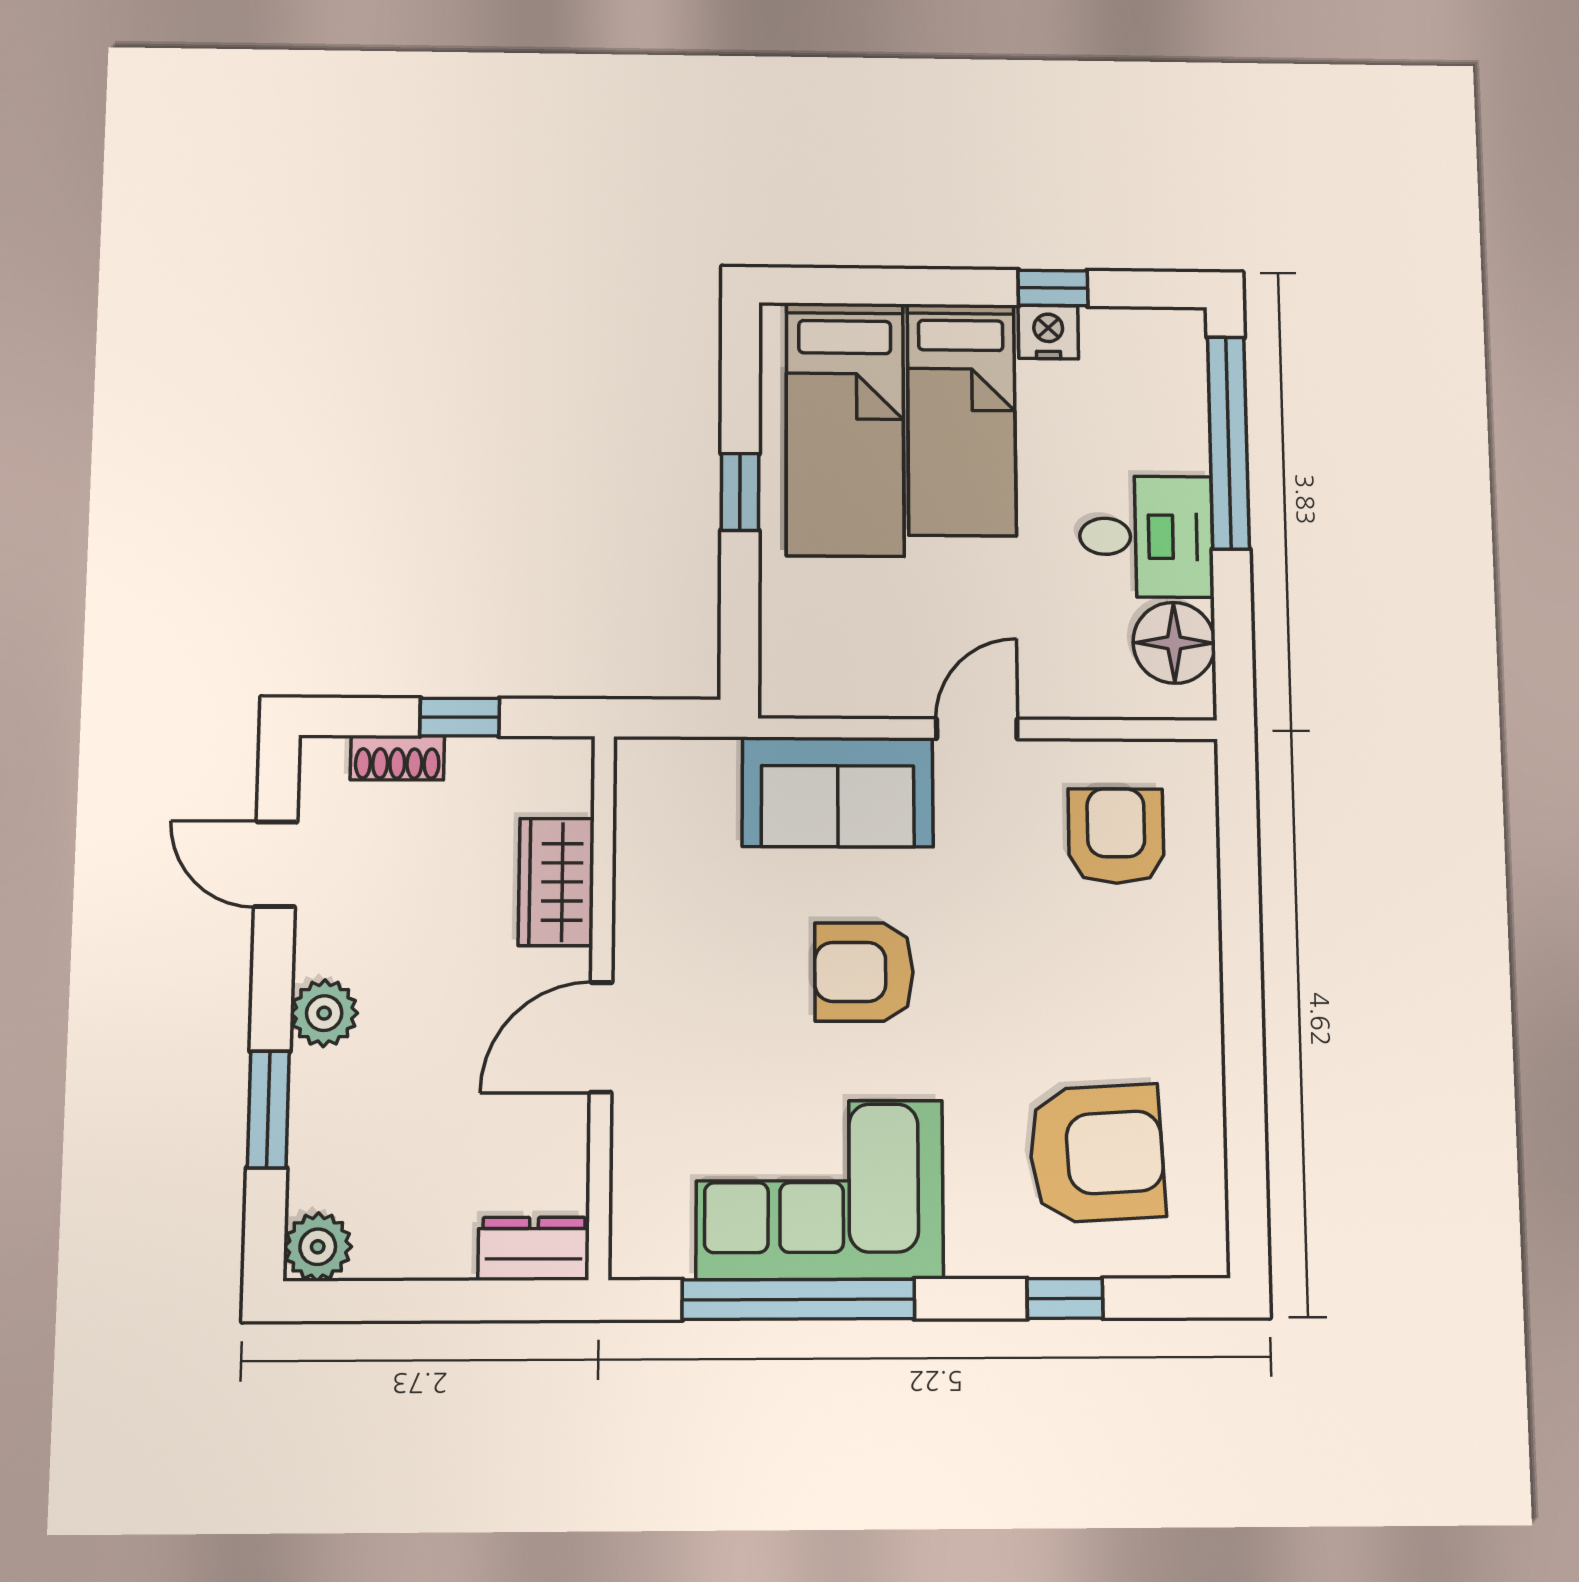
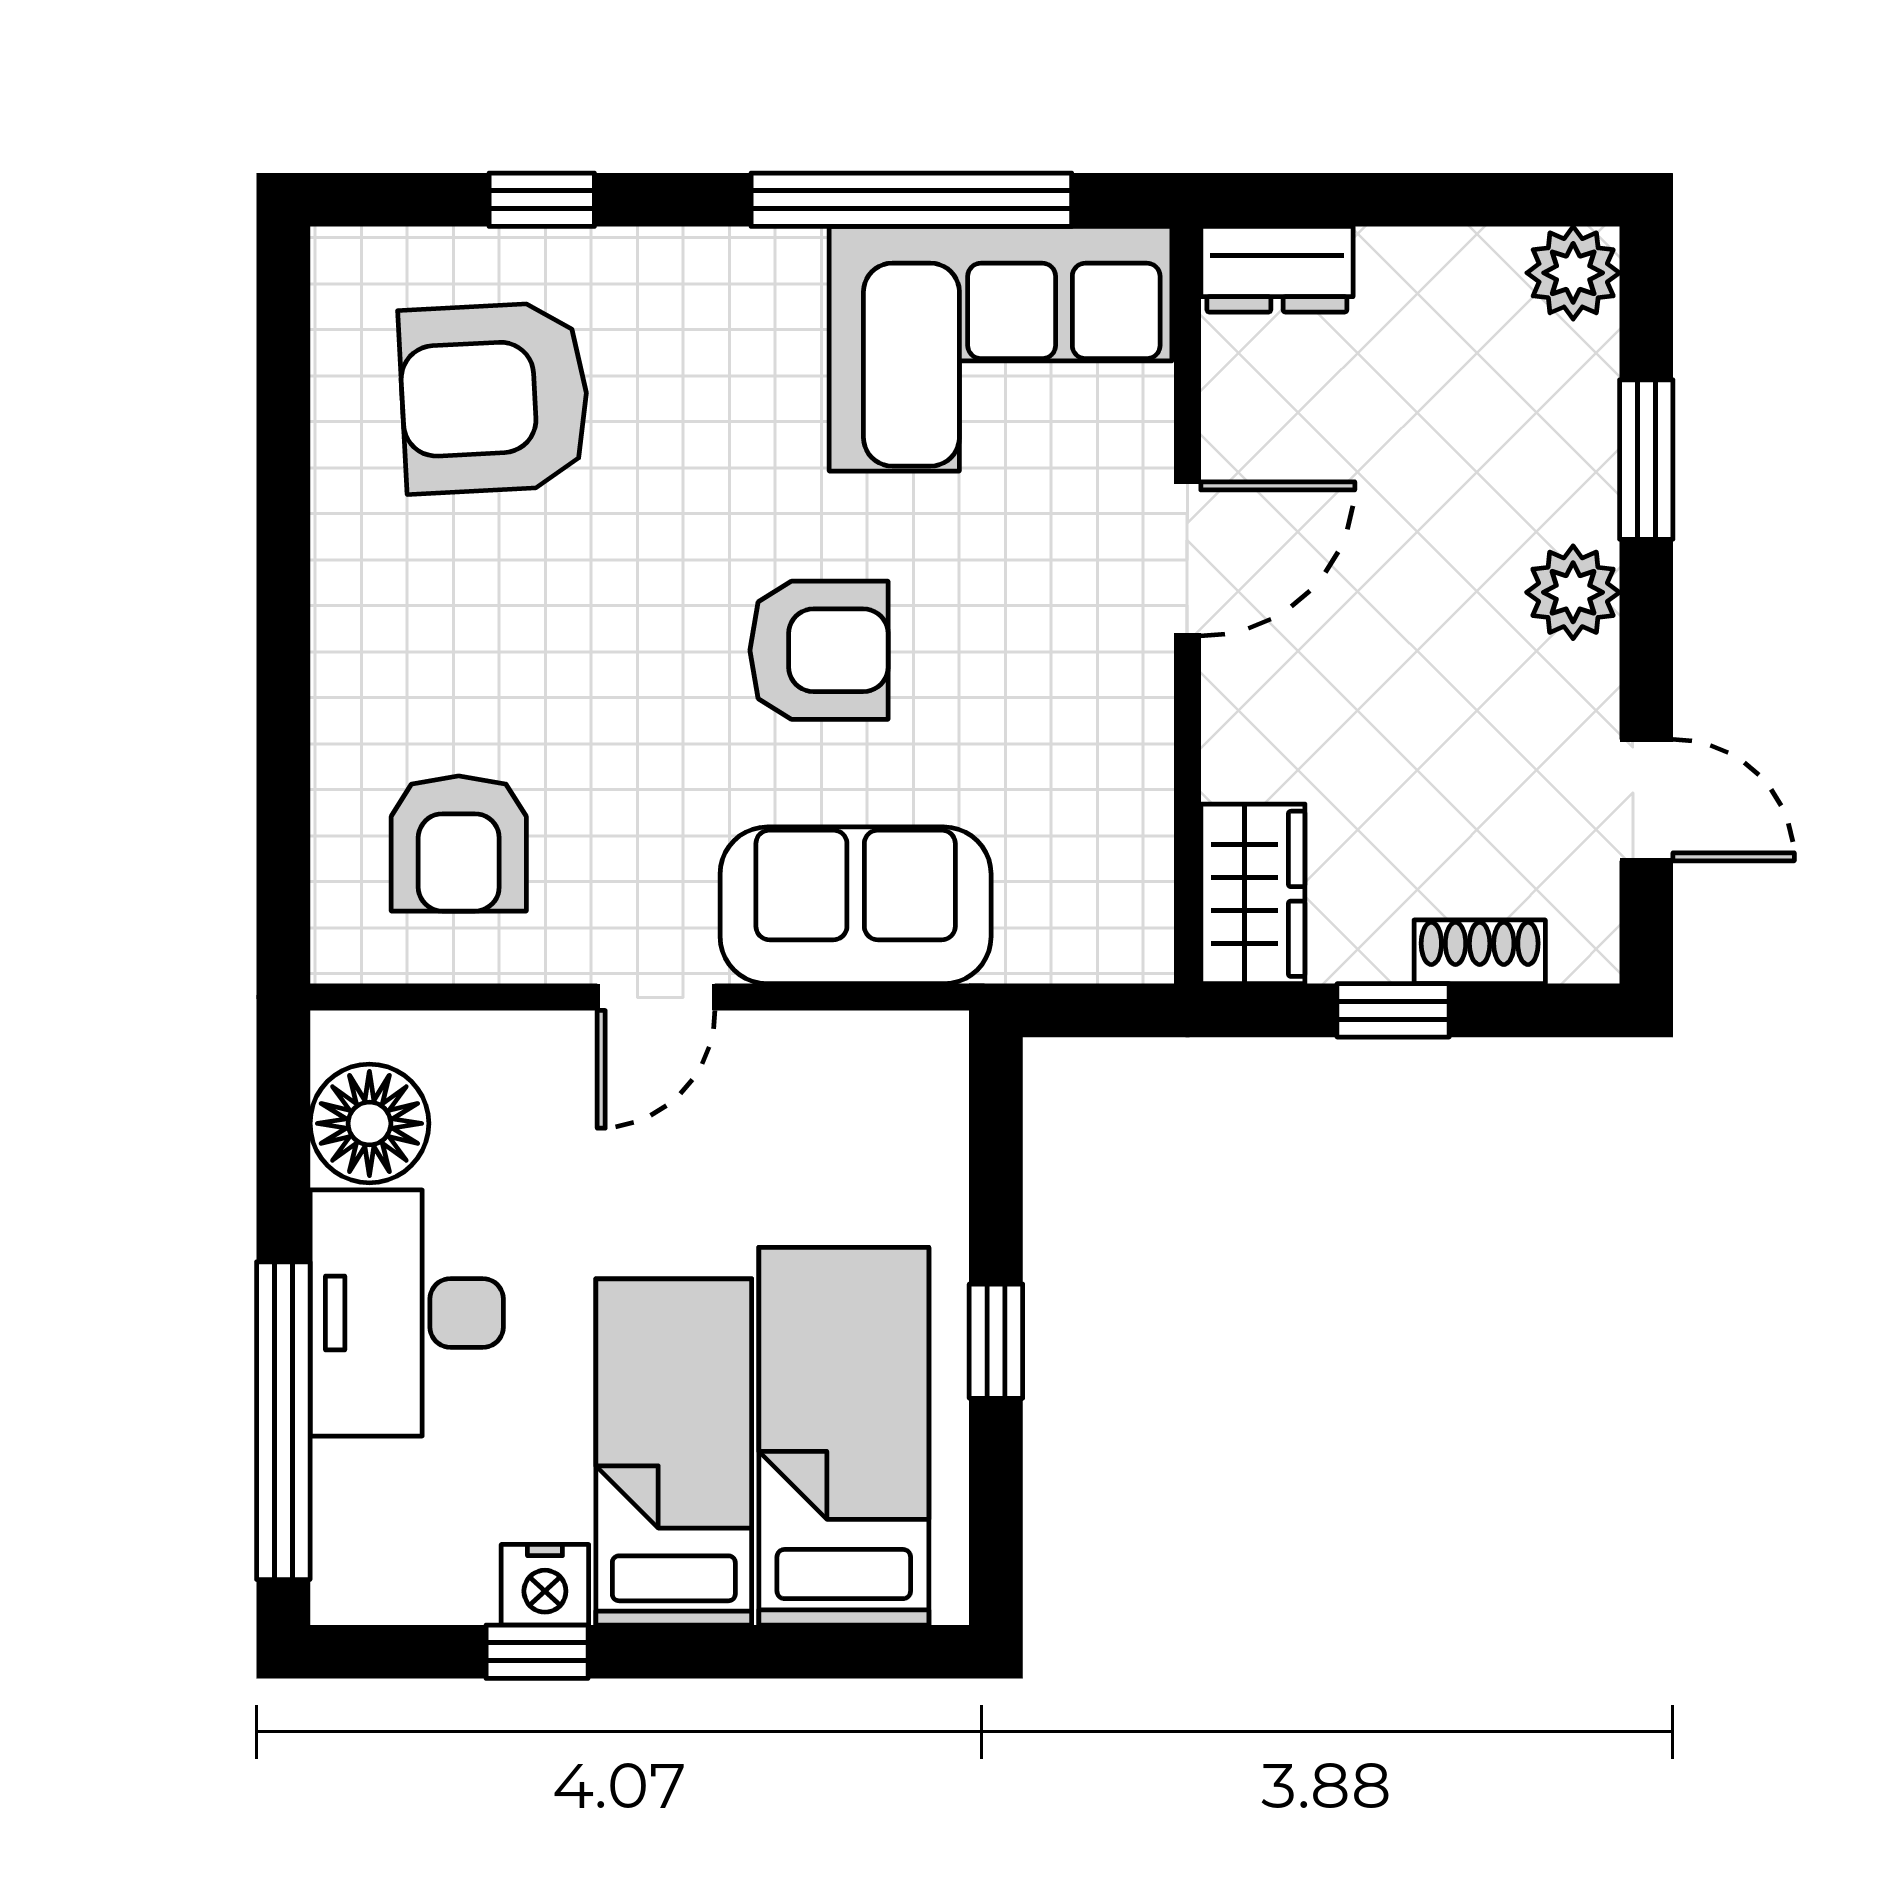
desk: (1146, 537) -> (407, 1313), width x1.37
wardrobe: (556, 882) -> (1253, 894), moved
corner sofa: (820, 1190) -> (1000, 349), moved

